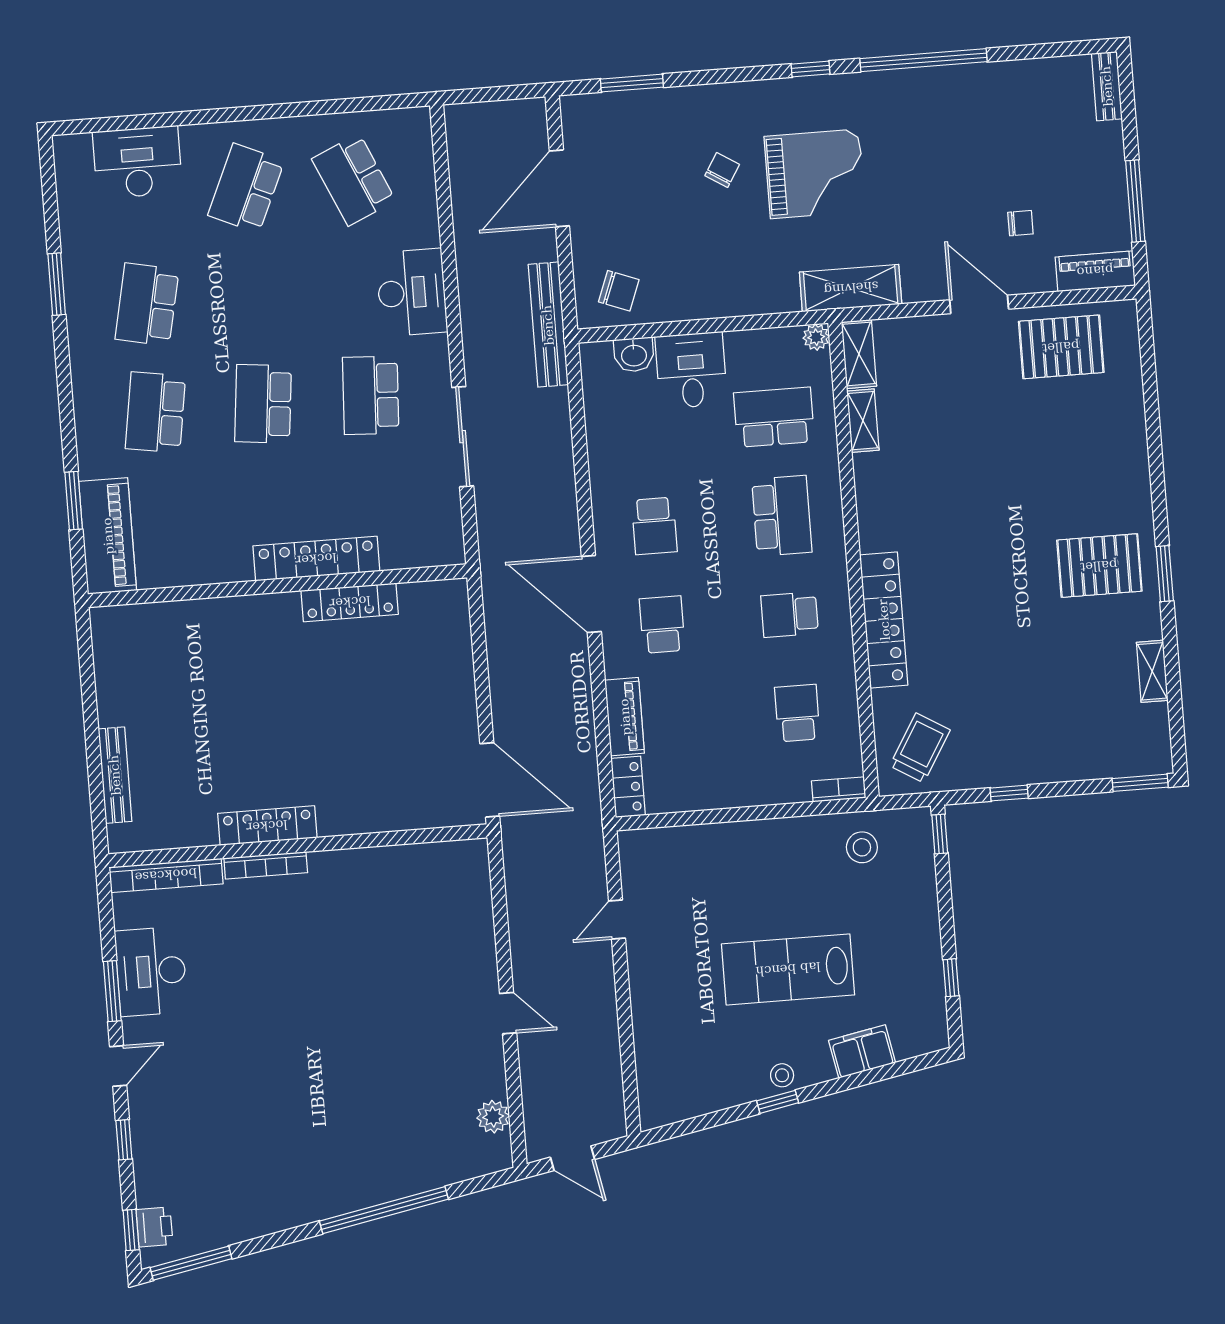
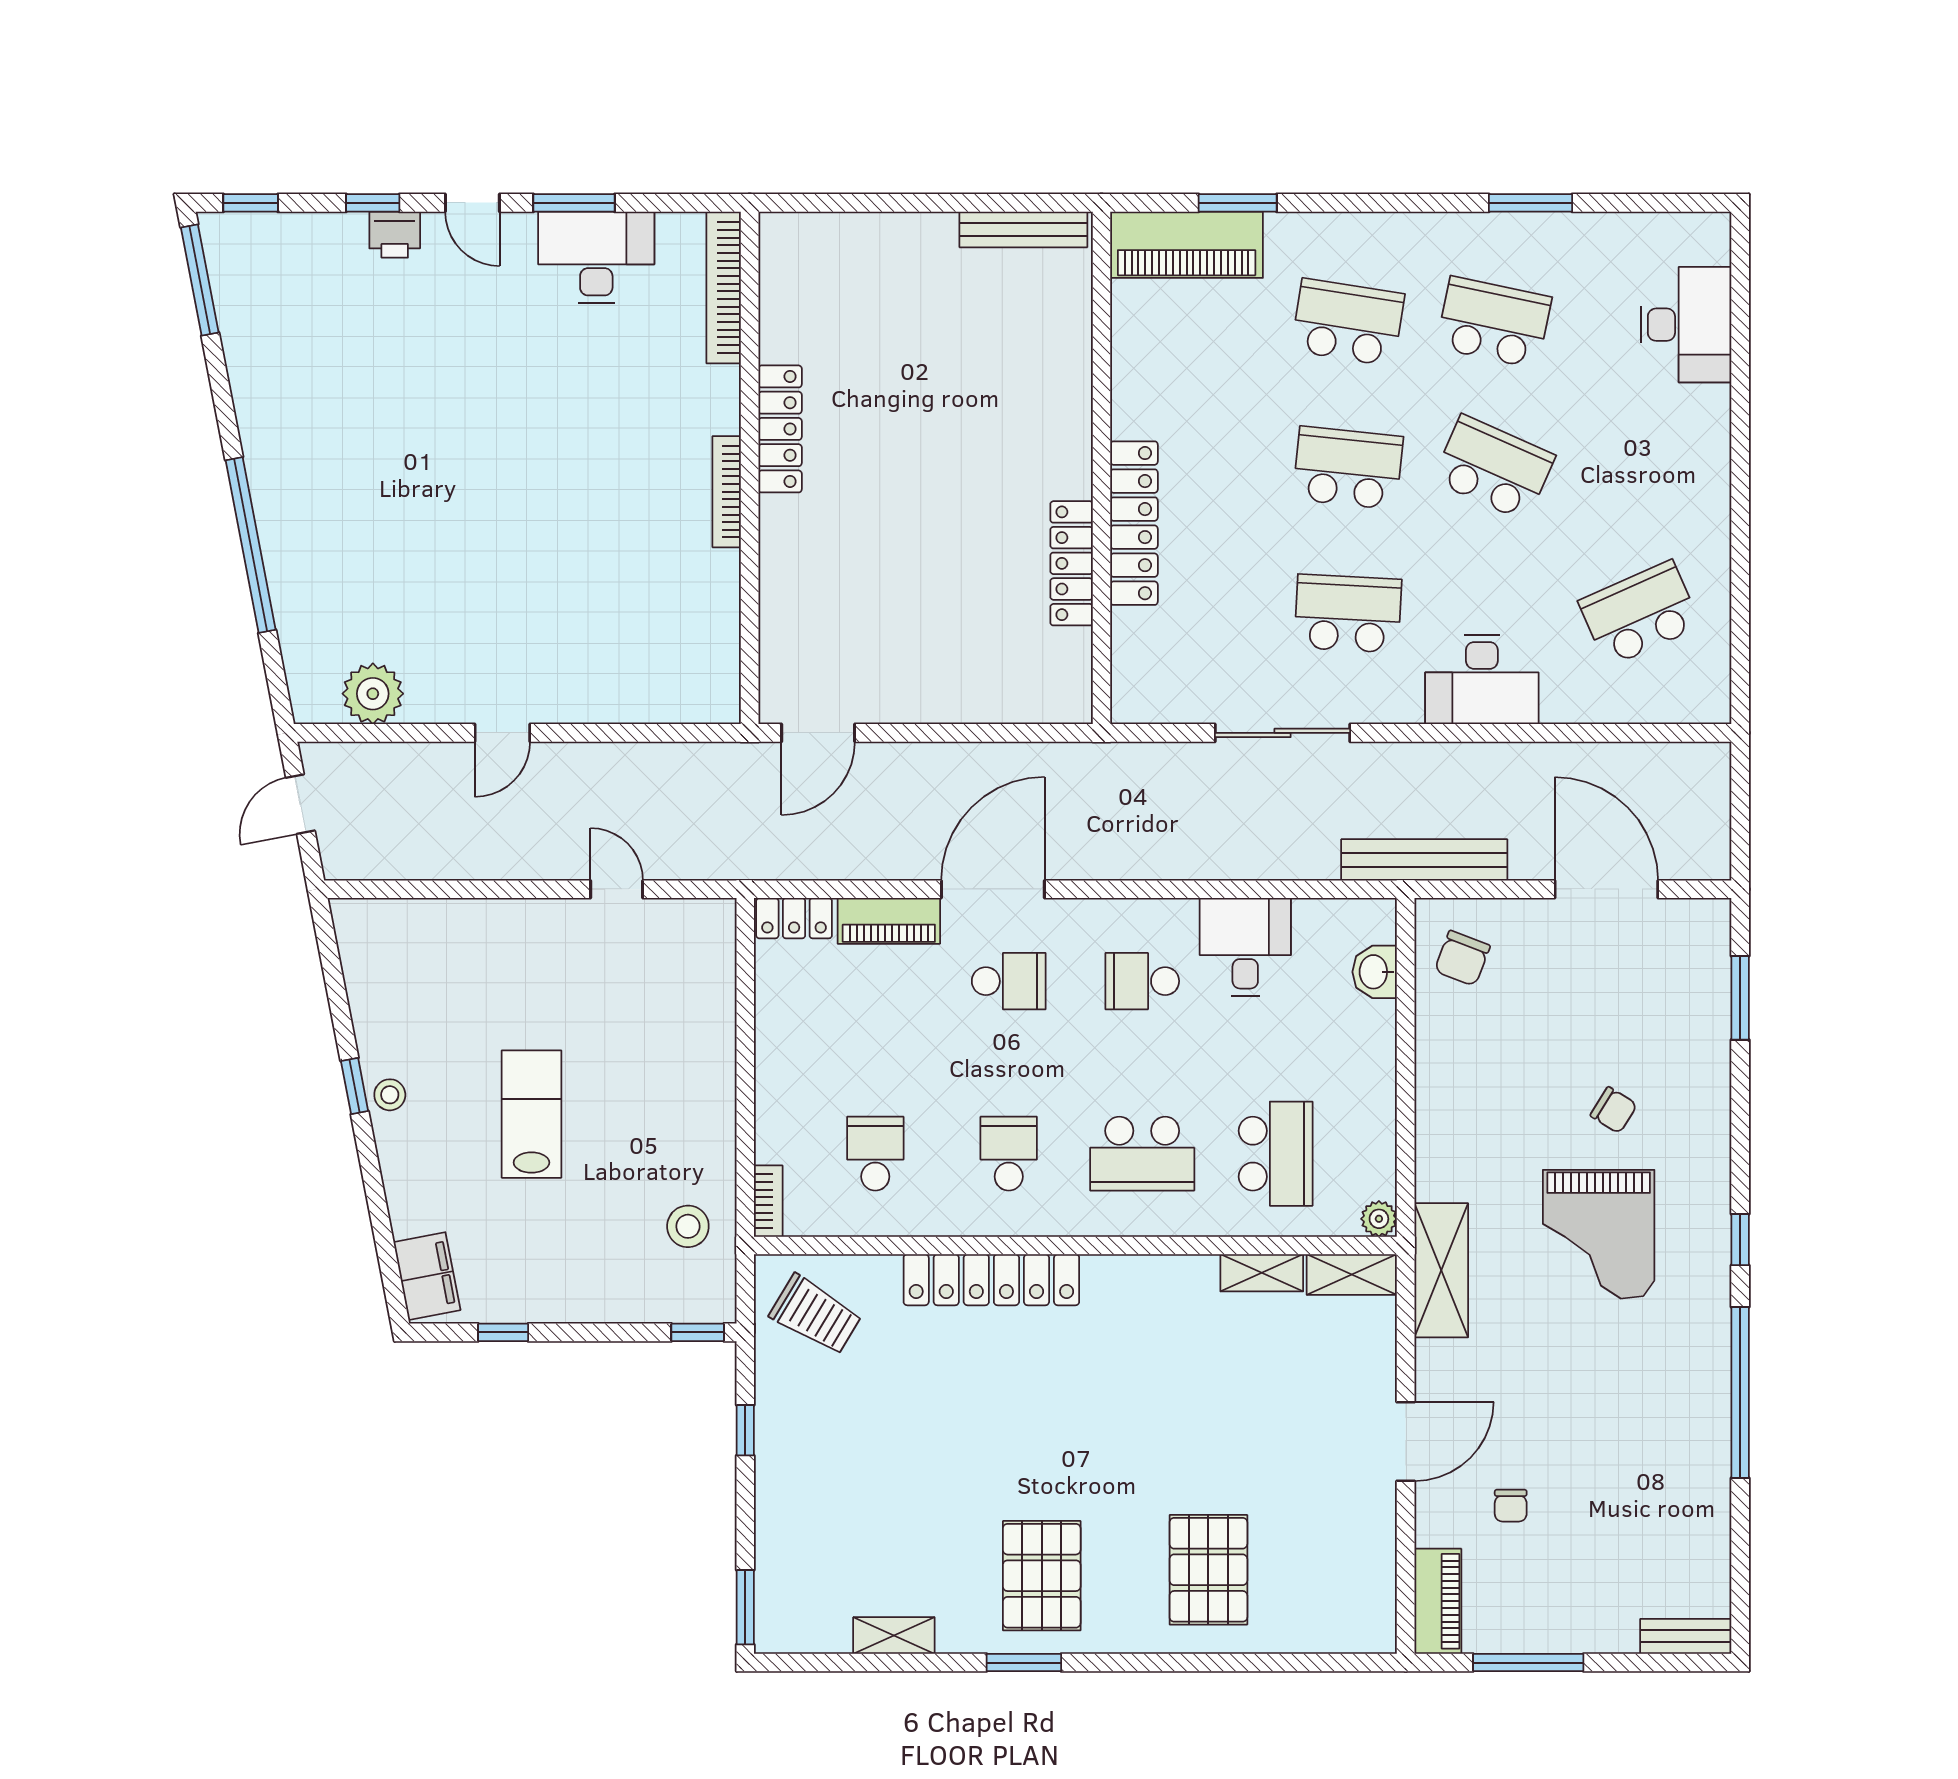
school desk: (246, 188) -> (1494, 468), moved
pallet: (1061, 347) -> (1208, 1570), moved
desk: (691, 370) -> (1245, 947), moved, turned -90
door: (591, 594) -> (993, 889), moved
school desk: (797, 713) -> (875, 1154), turned -90
bench: (115, 775) -> (1023, 229), moved
door: (490, 780) -> (818, 733), width x0.73
bookcase: (266, 865) -> (727, 492), moved
lab bench: (788, 969) -> (531, 1114), width x0.73, depth x0.72
filing cabinet: (862, 1052) -> (427, 1276), moved
plant: (493, 1117) -> (373, 694), width x1.36, depth x1.36
printer: (154, 1227) -> (395, 235), moved

